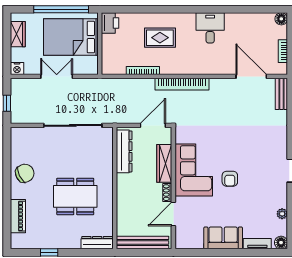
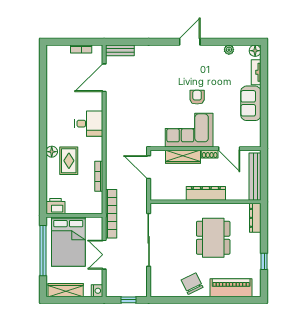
floor lamp: (281, 19) -> (52, 152), moved
desk: (210, 28) -> (89, 124), moved, turned 180
wardrobe: (18, 34) -> (66, 290), width x1.50
bookcase: (182, 84) -> (111, 214), moved
dresser: (124, 151) -> (206, 193), moved
armchair: (230, 179) -> (197, 97), turned -90
piano: (18, 216) -> (231, 288), width x1.37, depth x1.33

